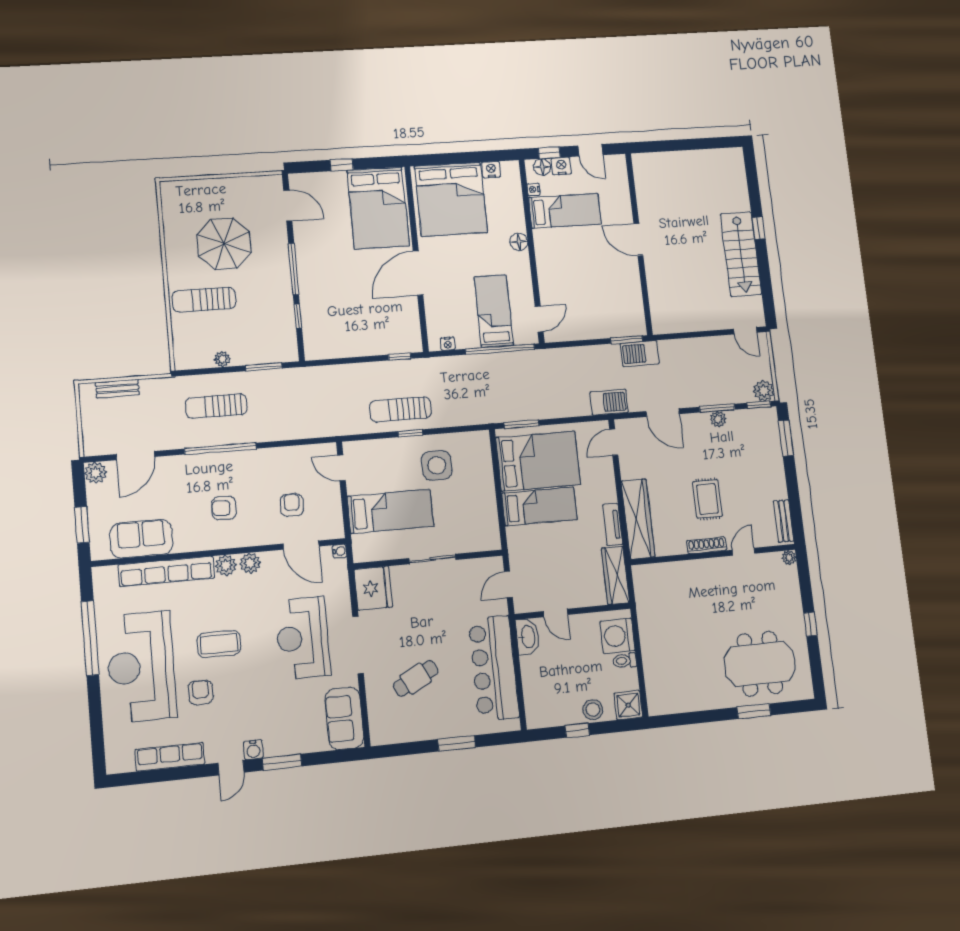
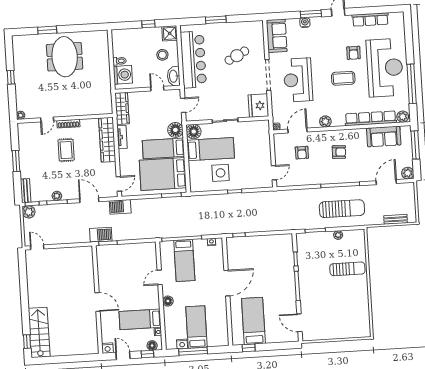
window: (472, 157) -> (193, 351), added
window: (342, 165) -> (249, 348), moved
nightstand: (561, 166) -> (108, 348), moved
bed: (451, 199) -> (196, 327), width x0.49
bed: (378, 208) -> (253, 321), width x0.67
window: (759, 228) -> (27, 342), moved
parasol: (224, 244) -> (336, 301), removed
stairs: (741, 254) -> (39, 332), moved
door: (539, 319) -> (160, 277), moved
sun lounger: (216, 406) -> (342, 209), width x1.36, depth x1.34
sun lounger: (400, 409) -> (240, 205), removed
window: (786, 438) -> (16, 161), moved
door: (341, 468) -> (274, 173), hinge flipped
bed: (390, 511) -> (211, 149), moved, turned 180
bench: (784, 521) -> (26, 191), moved
window: (82, 525) -> (415, 145), width x1.44
floor lamp: (488, 538) -> (194, 132), added
floor lamp: (520, 540) -> (175, 130), added
door: (301, 545) -> (297, 130), hinge flipped
plant: (226, 565) -> (403, 117), moved
reception desk: (303, 638) -> (298, 80), turned 180
meeting table: (760, 664) -> (65, 57), moved, turned 90
shower: (628, 705) -> (170, 33), moved
stool: (593, 710) -> (162, 55), moved
water cooler: (253, 750) -> (305, 23), moved

